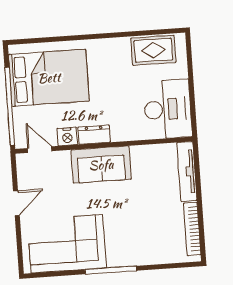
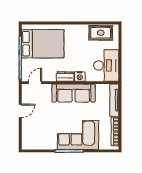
nightstand: (67, 137) -> (80, 76), moved
door: (40, 150) -> (35, 83), hinge flipped
sofa: (101, 165) -> (74, 93), width x1.36
corner sofa: (67, 244) -> (78, 135), moved

